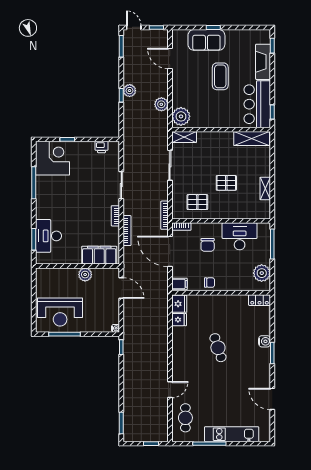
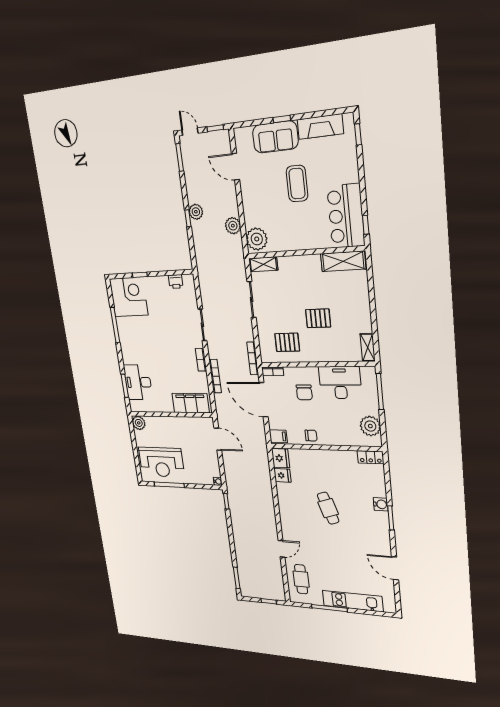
fireplace: (263, 62) -> (320, 127), moved, turned -90
shelving: (265, 188) -> (368, 347), moved
plant: (85, 275) -> (139, 423), moved

